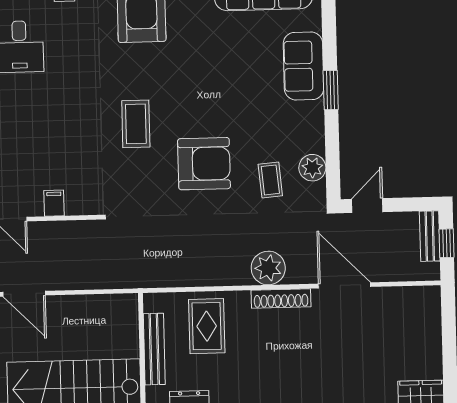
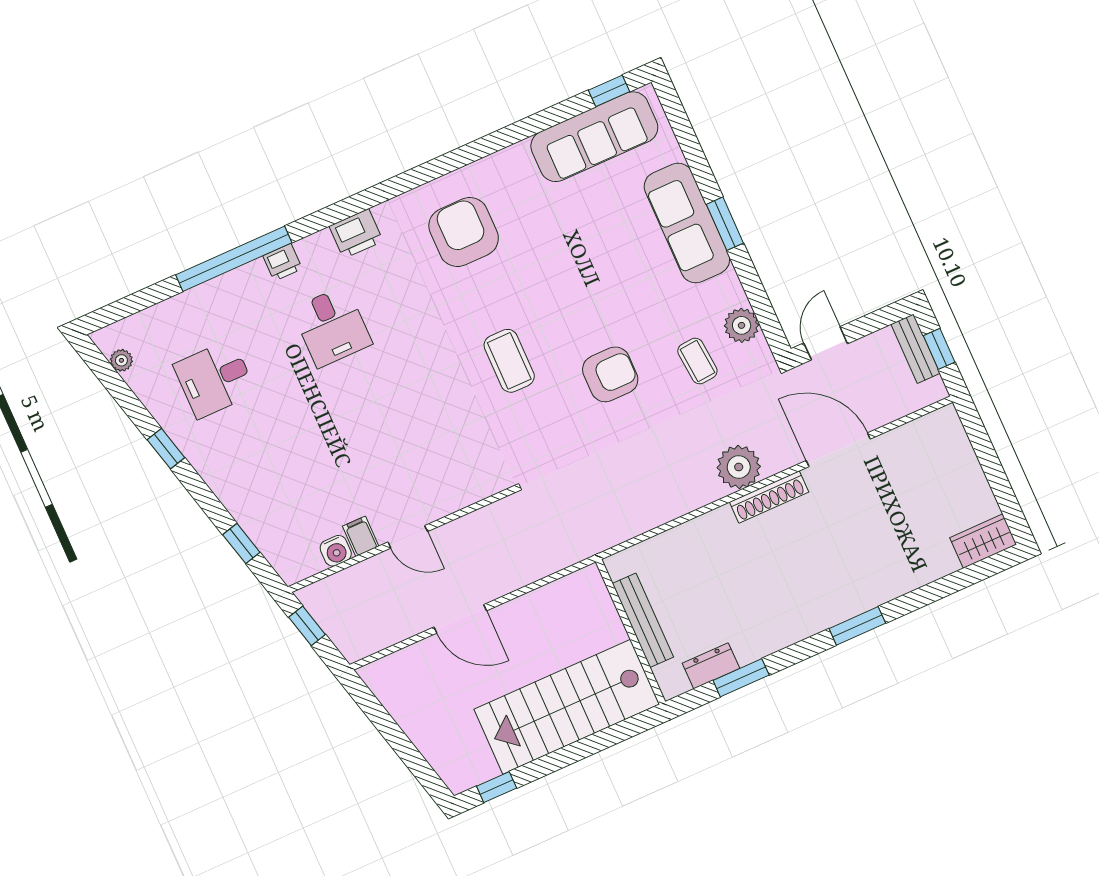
sofa: (303, 66) -> (687, 223), width x1.36
armchair: (204, 164) -> (610, 374), width x0.73, depth x0.73
filing cabinet: (54, 203) -> (451, 496), removed
rug: (207, 326) -> (694, 567), removed

